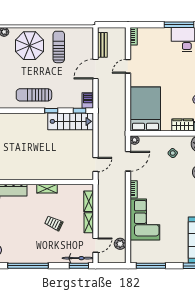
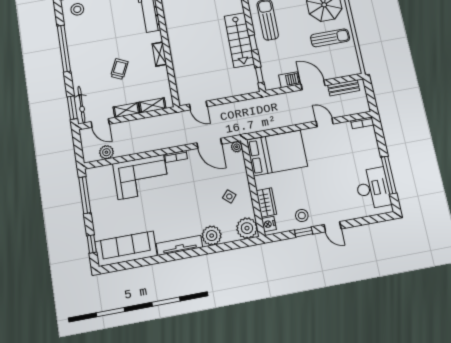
barbecue: (88, 101) -> (289, 80), moved
stairs: (71, 121) -> (239, 40), moved

